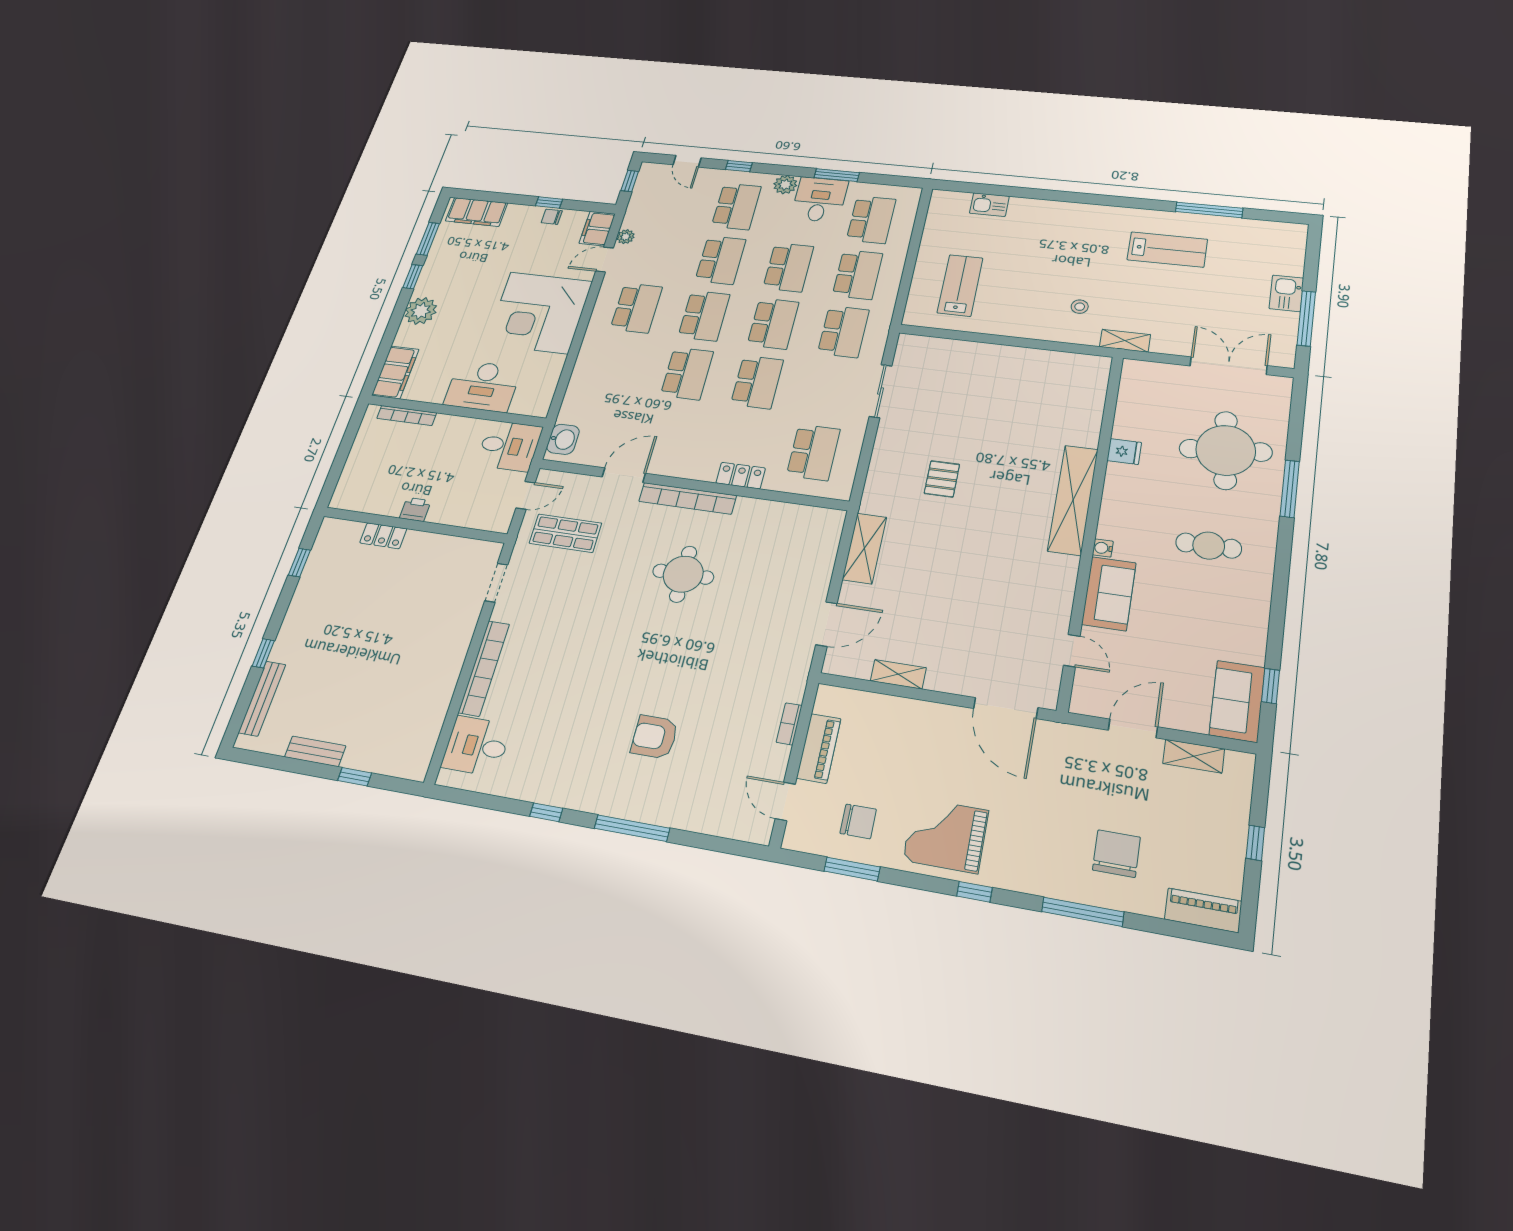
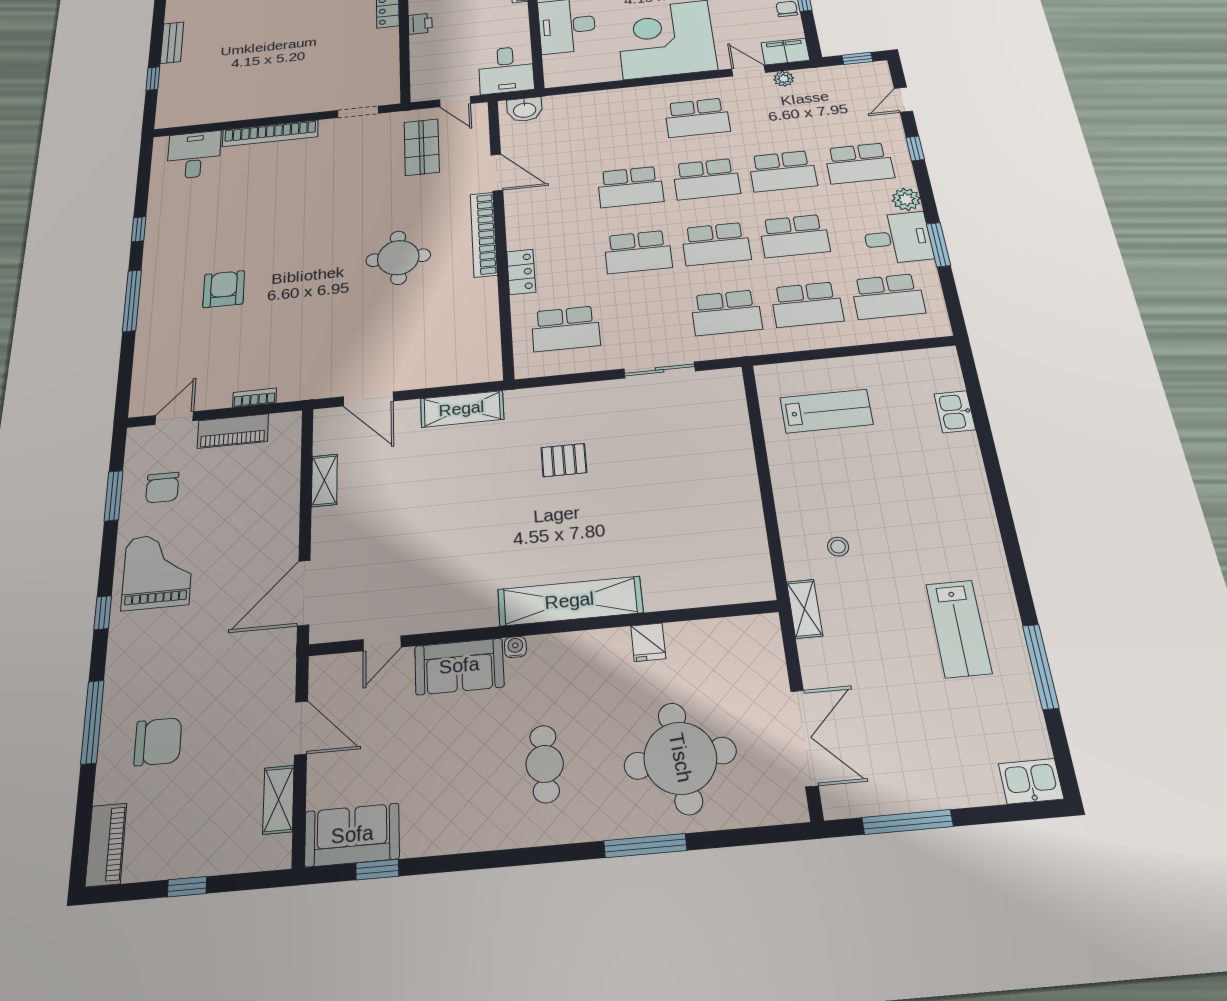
kitchen sink: (1287, 293) -> (1031, 781), moved

